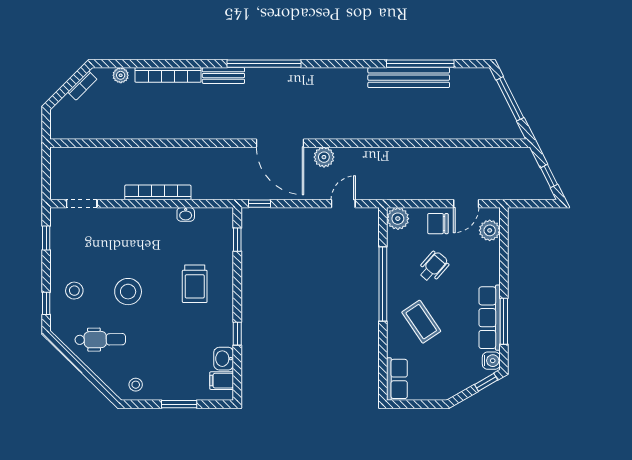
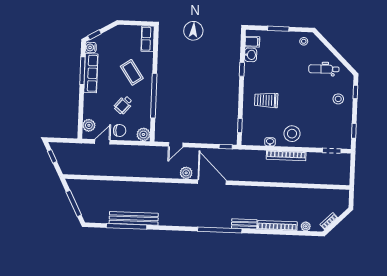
trolley: (195, 284) -> (266, 100), turned -90
stool: (128, 292) -> (292, 134), moved

